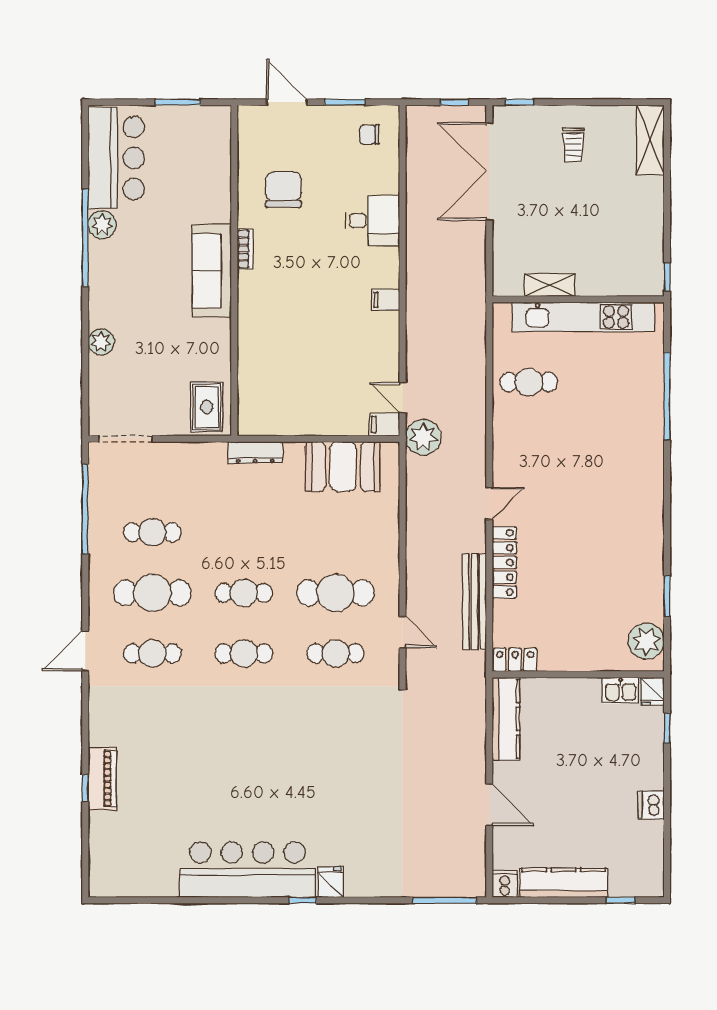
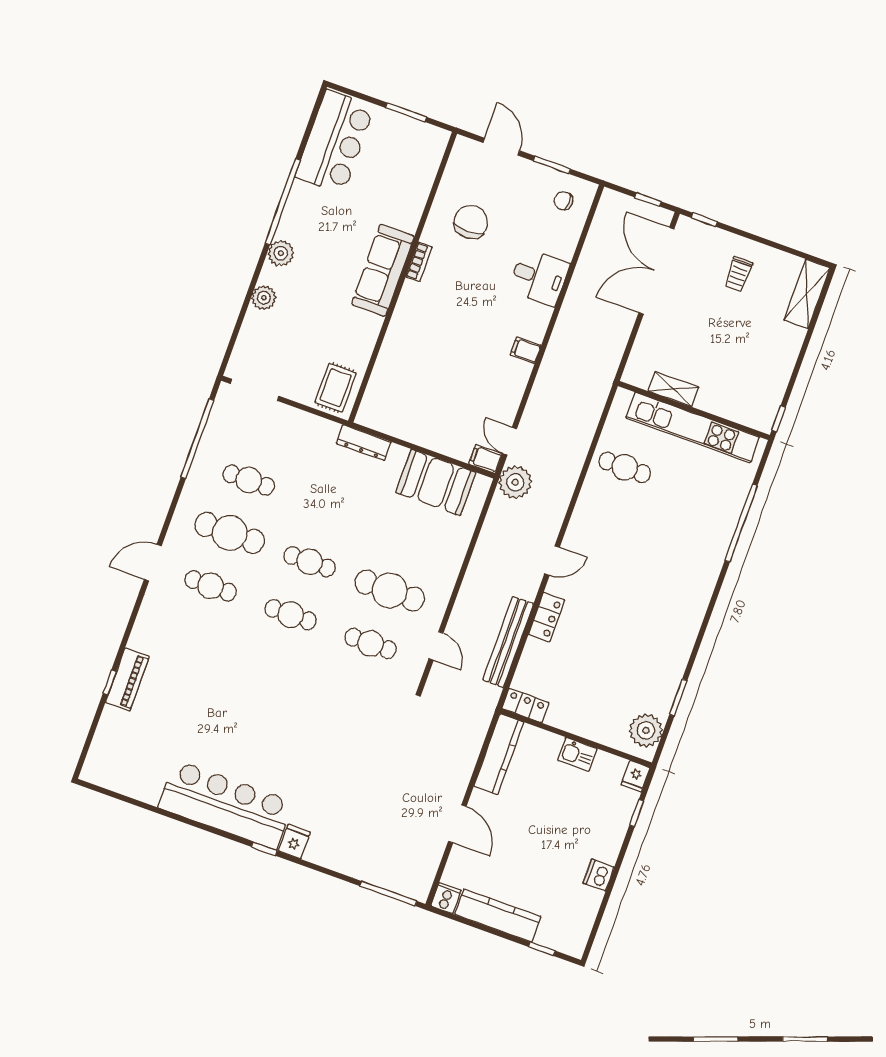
plant: (102, 225) -> (281, 253), moved
locker: (504, 562) -> (547, 617), width x0.66
kitchen sink: (621, 690) -> (577, 754), moved

